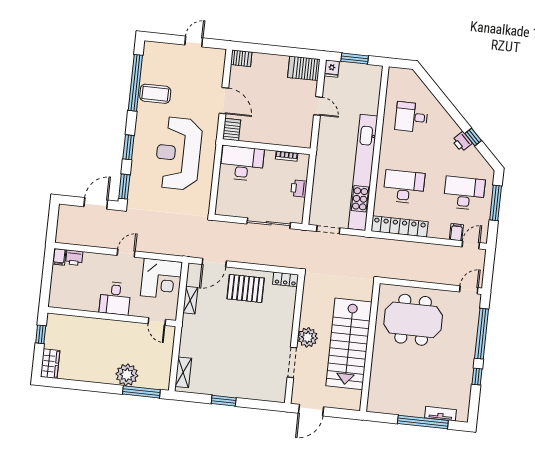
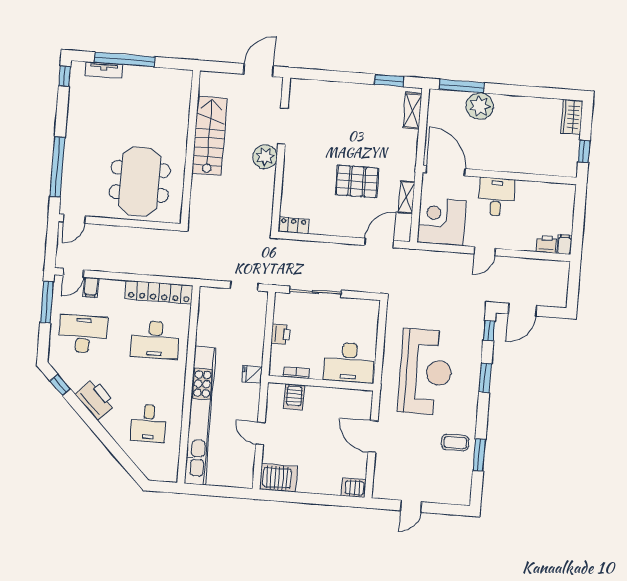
window: (355, 59) -> (218, 491), removed
fridge: (332, 69) -> (252, 374), moved, turned -90
window: (135, 83) -> (479, 455), width x0.47
coffee table: (155, 94) -> (455, 443), width x0.73, depth x0.77
desk: (411, 117) -> (149, 423), turned 90
server rack: (232, 130) -> (294, 397), moved
window: (473, 137) -> (60, 385), moved
printer: (462, 142) -> (96, 399), width x1.87, depth x1.48
kitchen unit: (363, 172) -> (200, 416), moved
window: (124, 187) -> (489, 331), width x0.67
desk: (464, 193) -> (83, 334), turned 180
window: (496, 203) -> (47, 302), moved
pallet: (246, 288) -> (357, 182), moved
meeting table: (413, 320) -> (140, 181), turned 90
door: (157, 321) -> (446, 171), width x1.88
stairs: (349, 344) -> (209, 136), width x0.73, depth x0.66
window: (477, 377) -> (65, 76), moved
window: (224, 401) -> (389, 80), moved

